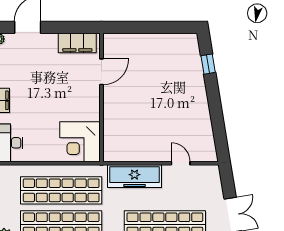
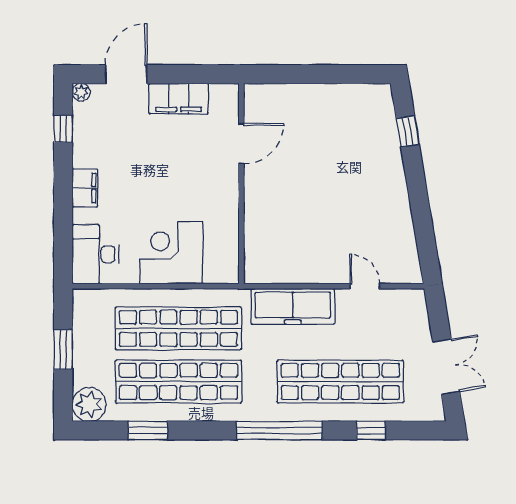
filing cabinet: (77, 43) -> (179, 99), moved
corner desk: (80, 142) -> (171, 253), moved, turned 90

